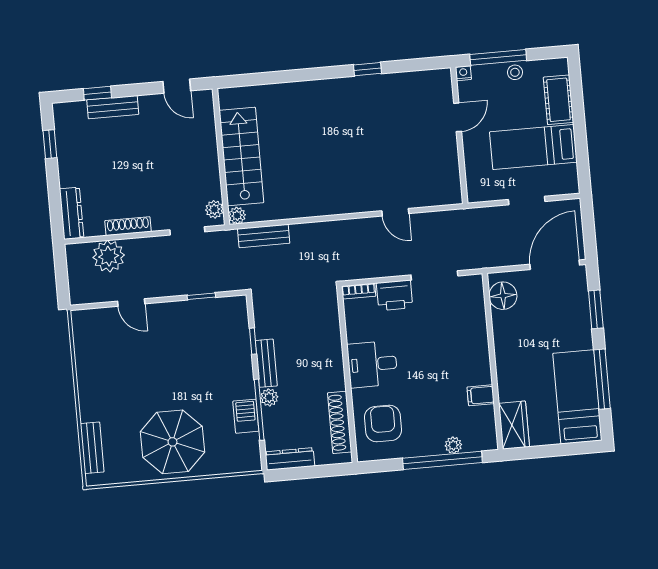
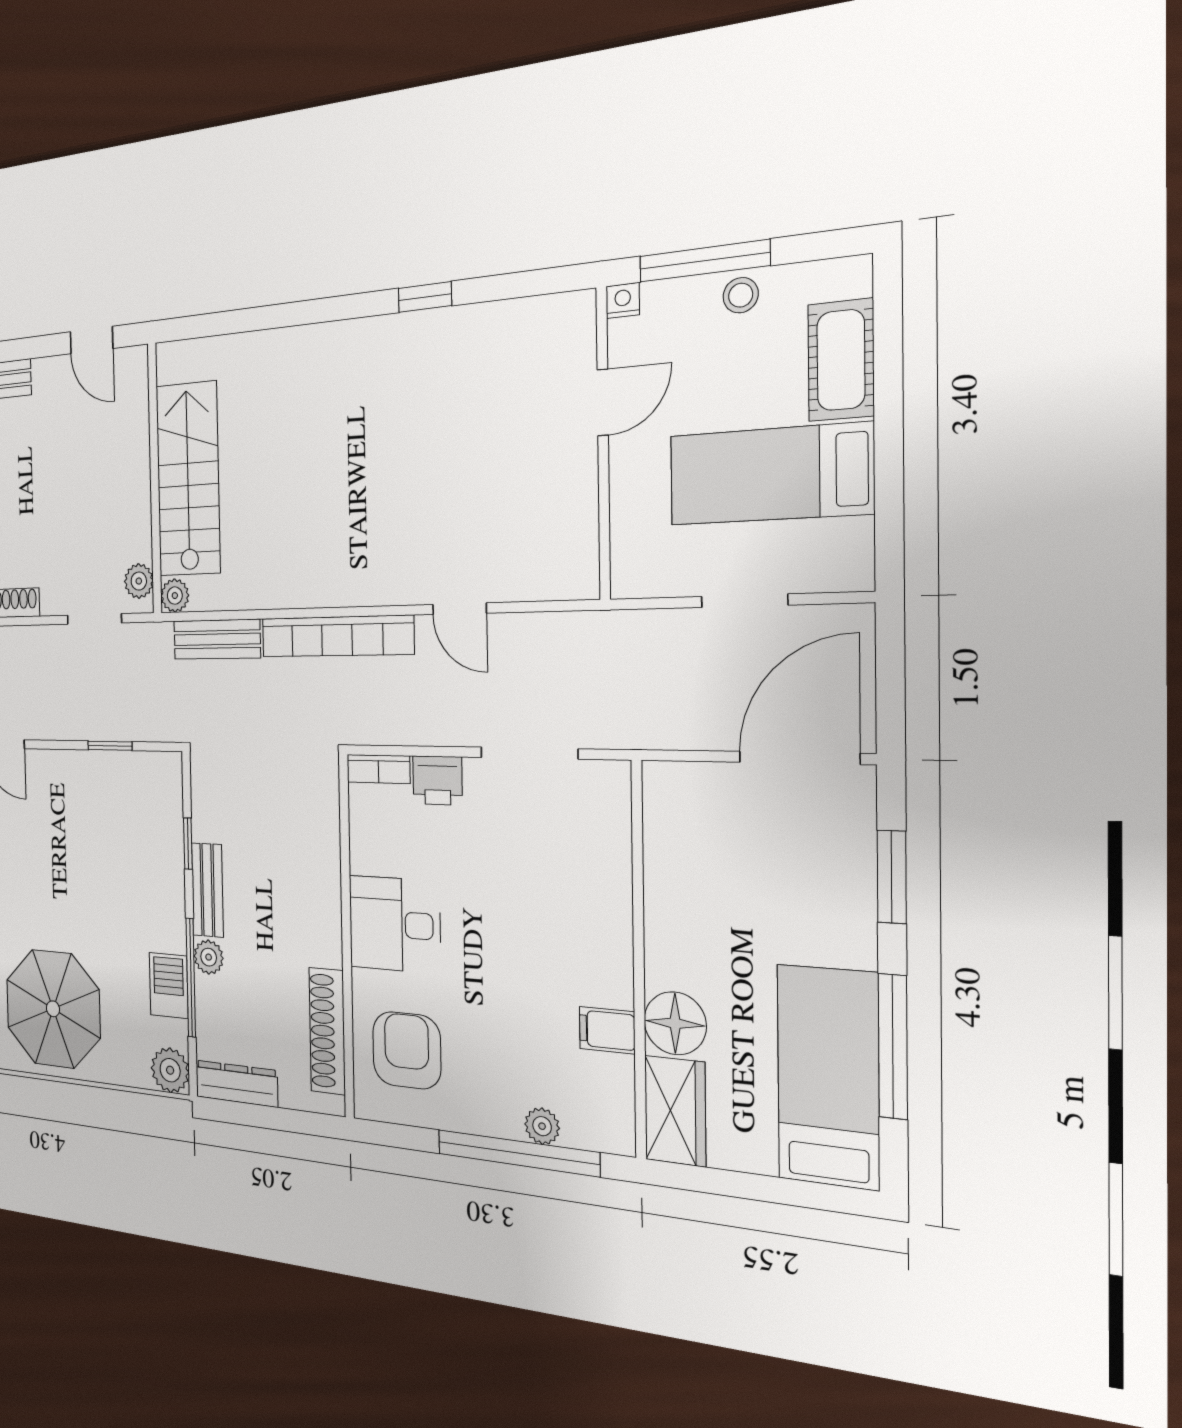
bookcase: (332, 230) -> (337, 636), added
printer: (395, 295) -> (437, 780), width x0.73, depth x0.81
floor lamp: (503, 296) -> (675, 1023), moved
plant: (250, 460) -> (170, 1070), added

